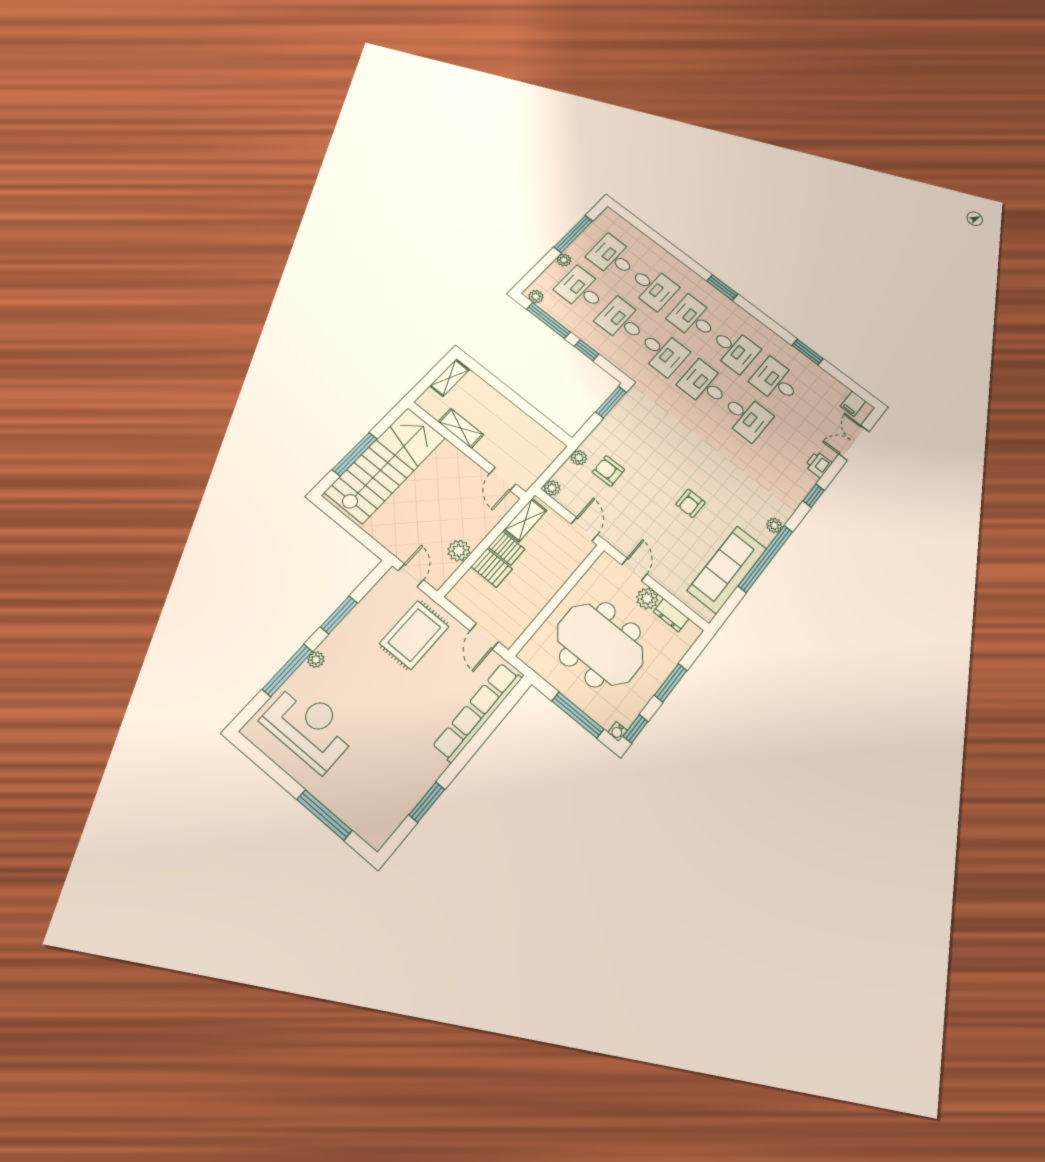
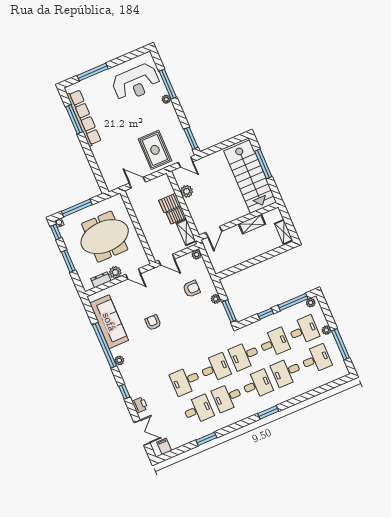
plant: (579, 458) -> (216, 299), moved
door: (503, 479) -> (214, 232), swing flipped
window: (339, 615) -> (191, 138), moved
row of seats: (478, 712) -> (84, 118), moved
window: (427, 802) -> (74, 119), width x1.44

